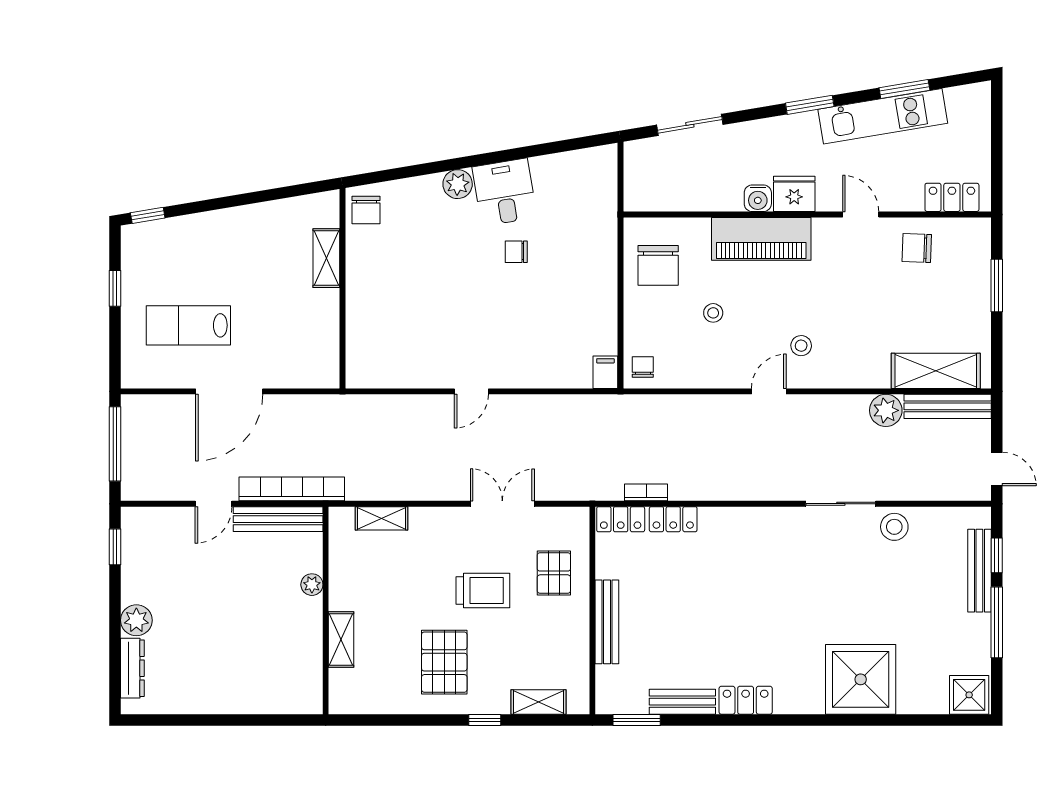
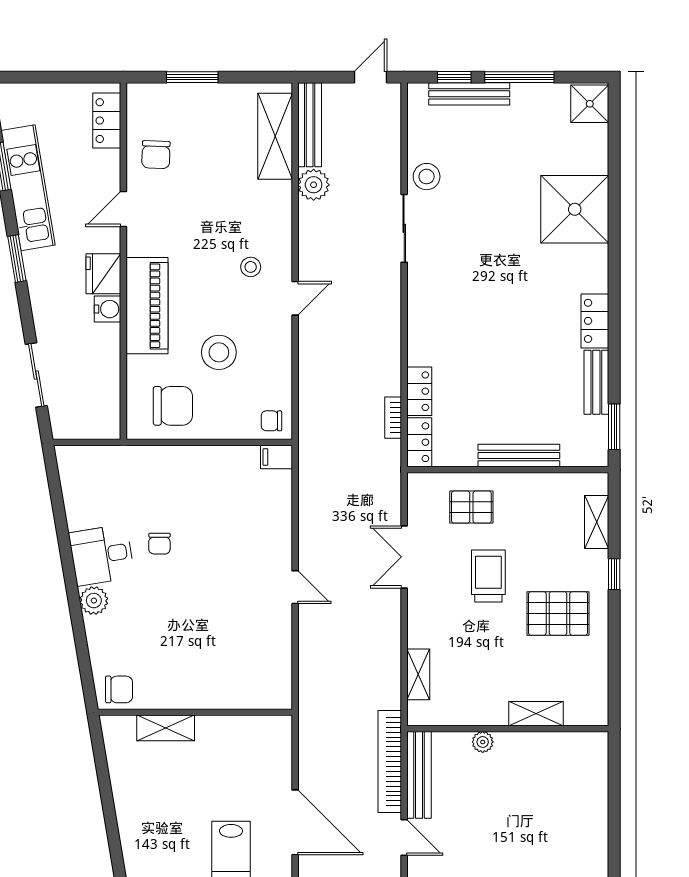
stool: (713, 313) -> (219, 352), width x1.89, depth x1.89
door: (769, 391) -> (295, 298), swing flipped

